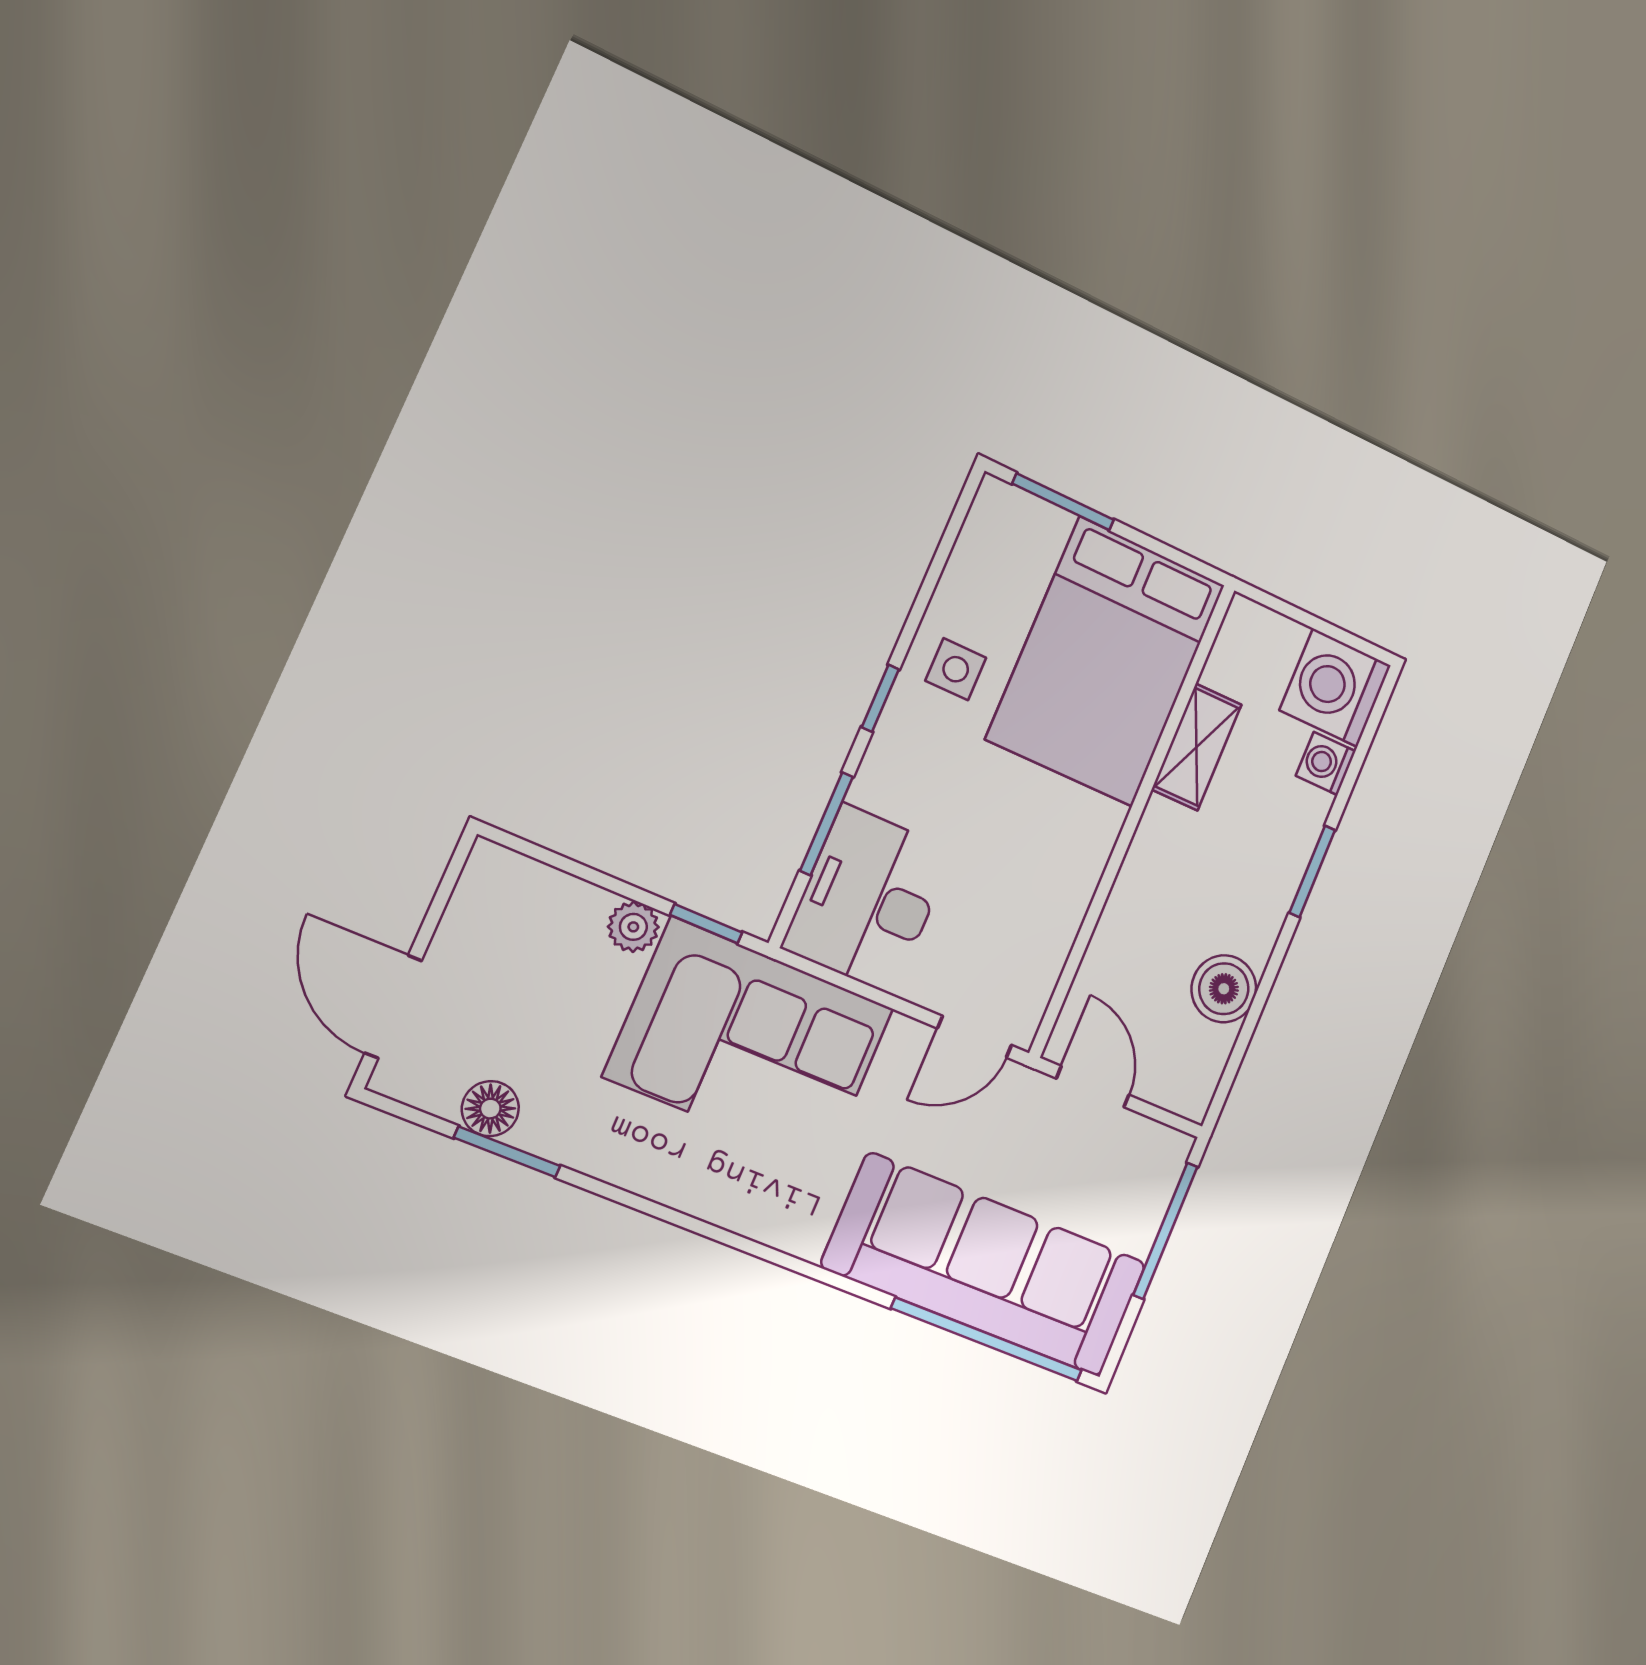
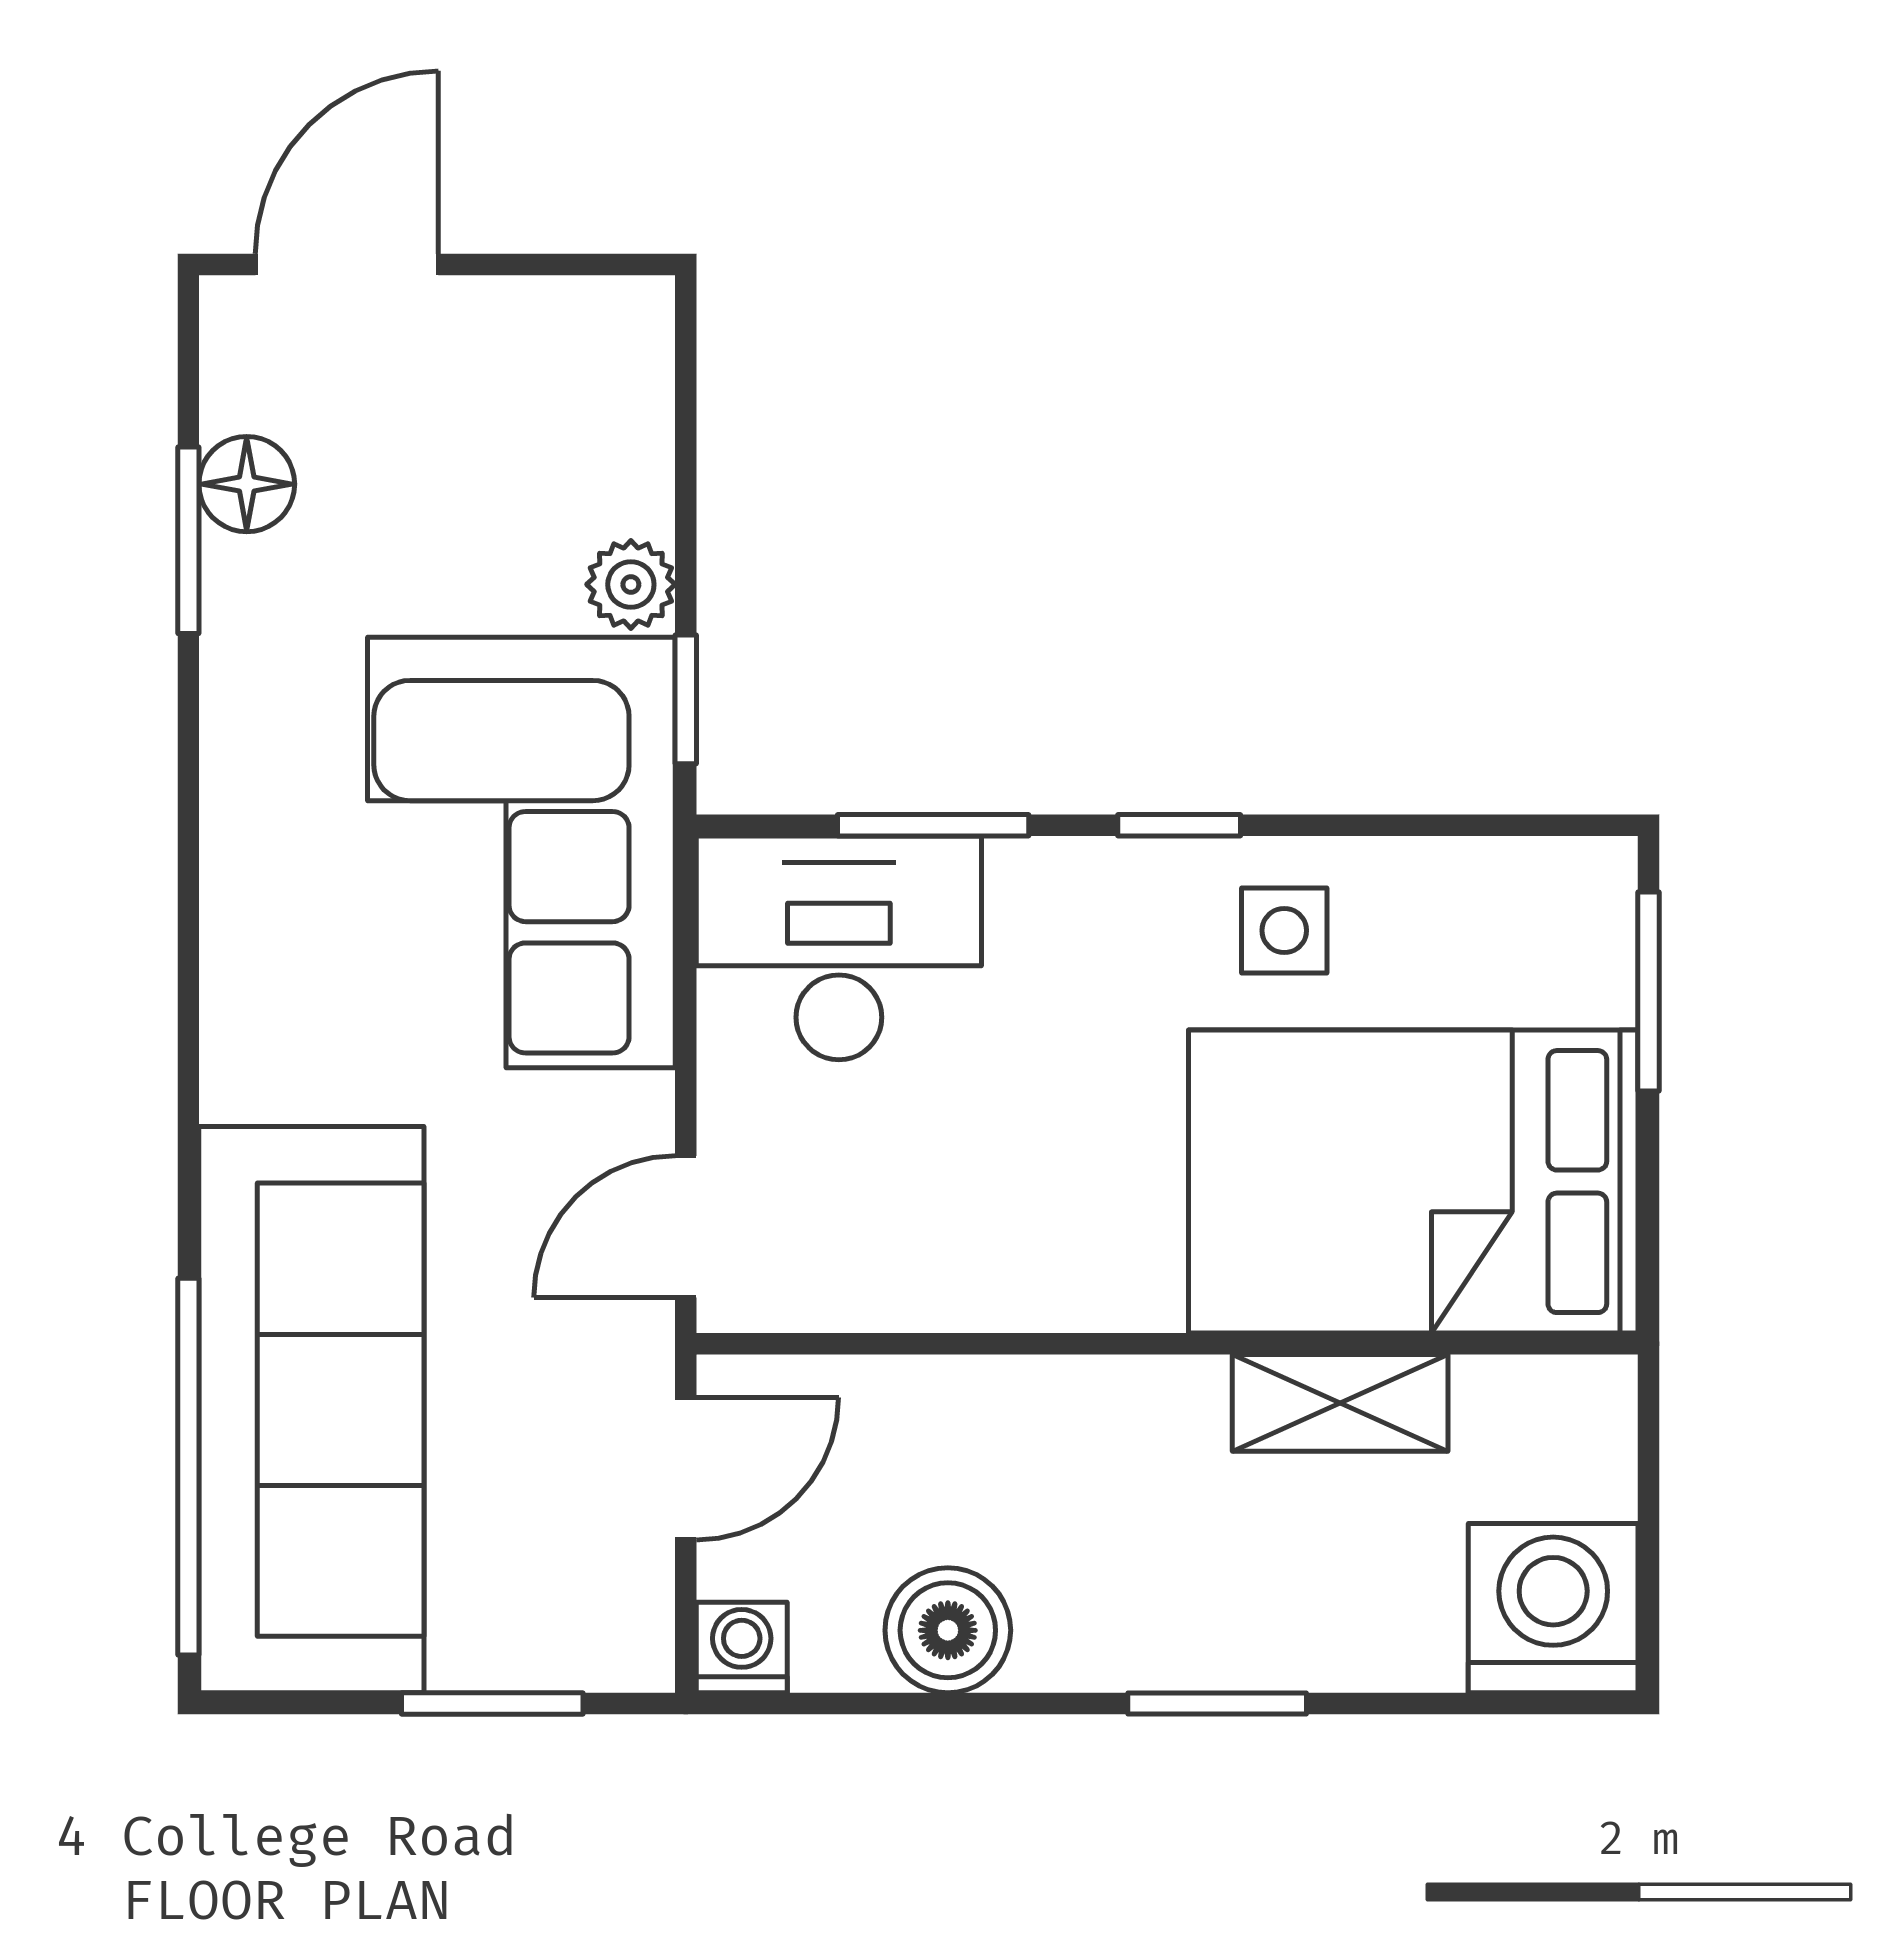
washing machine: (1326, 763) -> (742, 1647), moved
door: (975, 1037) -> (686, 1227), hinge flipped
window: (1165, 1231) -> (492, 1704), width x0.69

